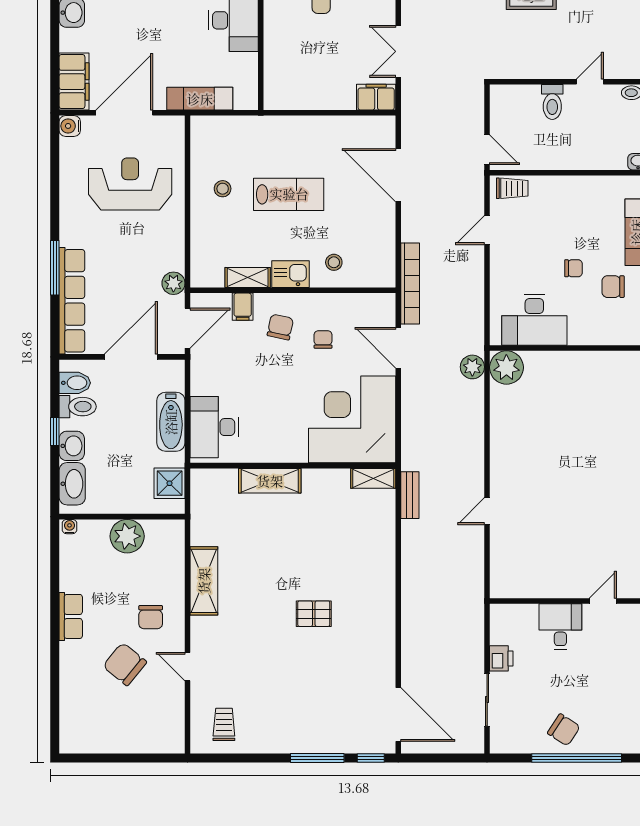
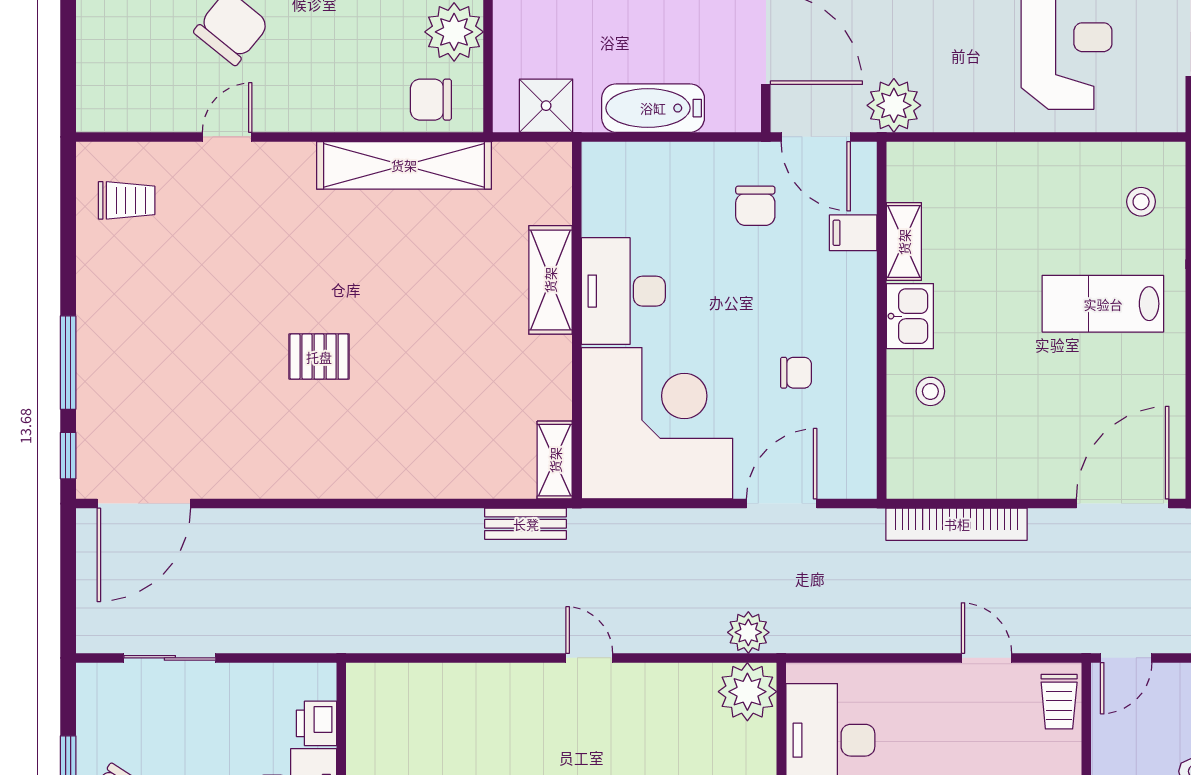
door: (398, 175) -> (1123, 504), moved
stool: (223, 189) -> (1141, 202), moved
lab bench: (289, 194) -> (1103, 304), moved, turned 90
plant: (173, 283) -> (894, 105), width x1.36, depth x1.36
bookcase: (410, 284) -> (957, 524), moved
chair: (280, 327) -> (755, 206), moved, turned 78
desk: (214, 427) -> (623, 291), moved, turned -90
door: (487, 511) -> (589, 658), moved
shelving: (204, 581) -> (404, 165), width x1.47
pallet: (314, 614) -> (319, 357), turned 90
chair: (151, 617) -> (431, 100), moved
printer: (501, 658) -> (317, 723), moved, turned 90

